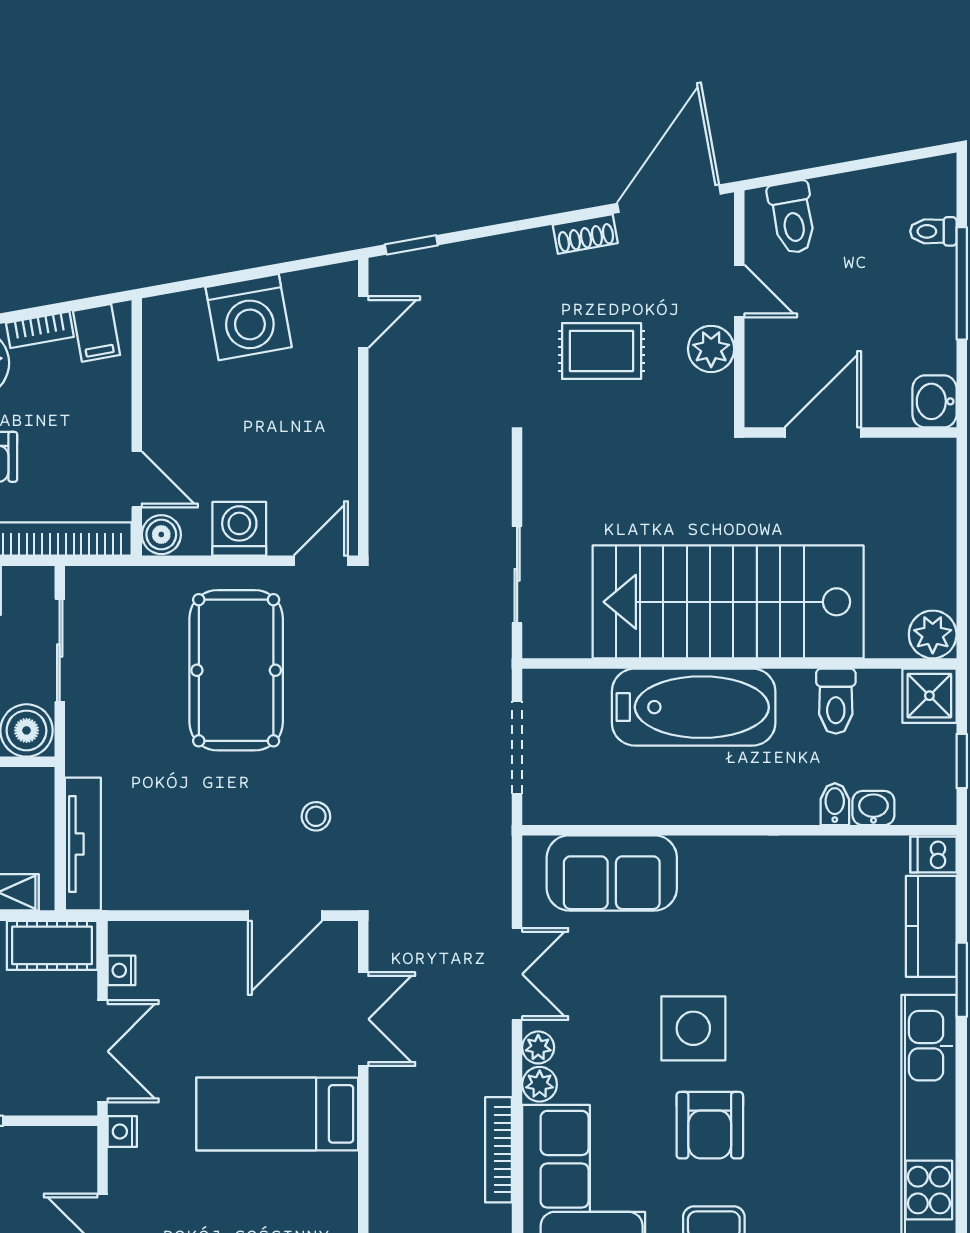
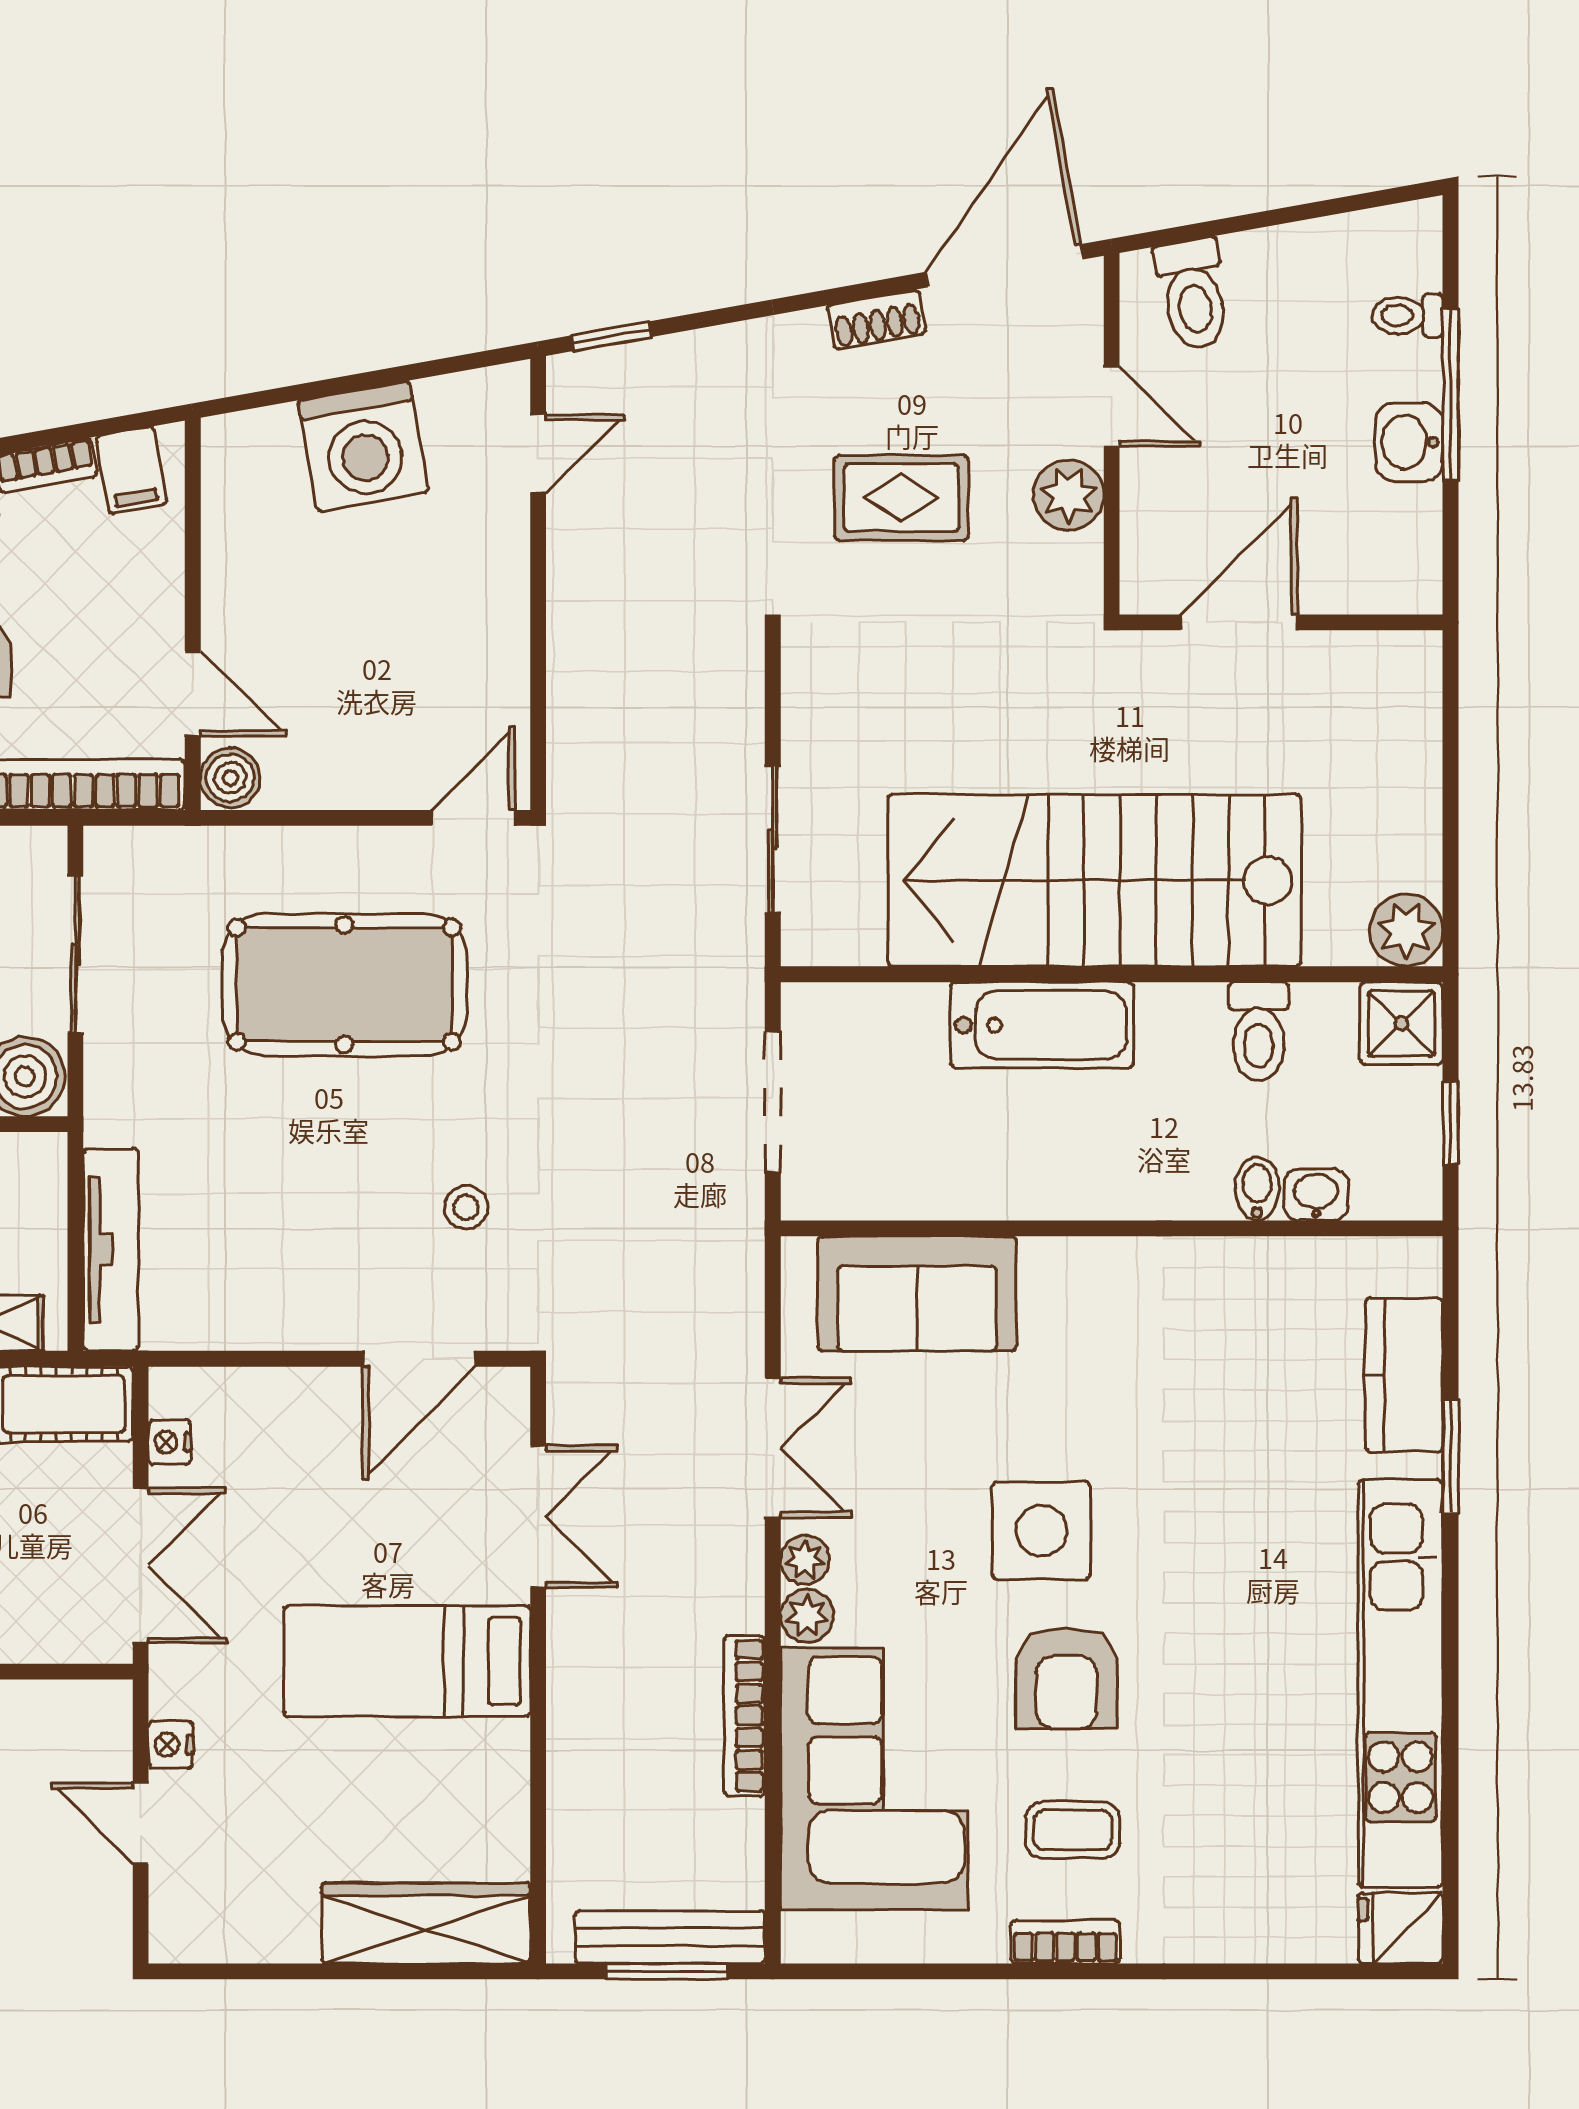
washbasin: (934, 401) -> (1409, 442), moved
washing machine: (239, 529) -> (349, 769), removed
pool table: (236, 670) -> (344, 985), turned 90
bathtub: (694, 707) -> (1042, 1025), width x0.73, depth x0.73
dishwasher: (933, 854) -> (1407, 1266), removed
nightstand: (122, 1131) -> (171, 1745), moved

